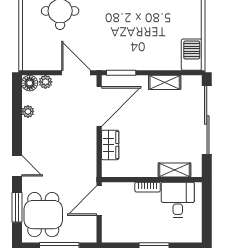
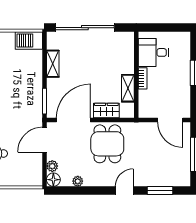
door: (99, 107) -> (73, 120), hinge flipped
shelving: (174, 170) -> (128, 88), moved
door: (99, 201) -> (170, 120), moved
dining table: (43, 215) -> (107, 144), moved, turned 90

